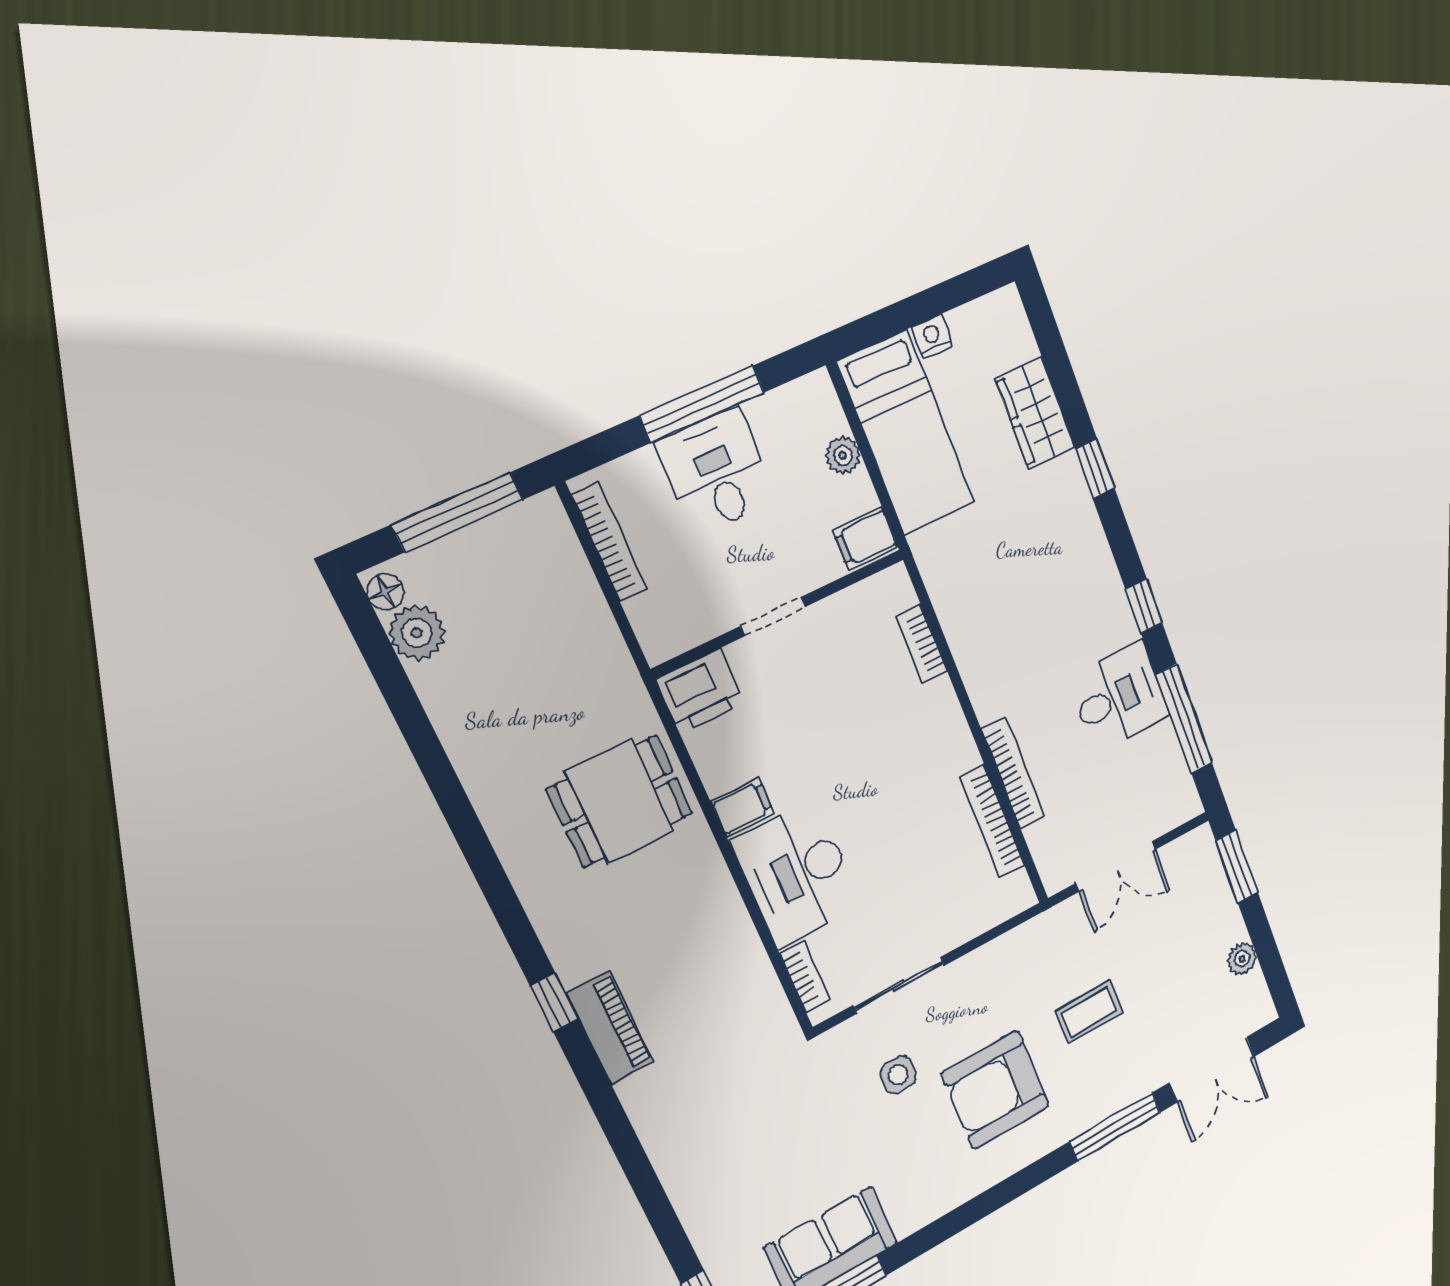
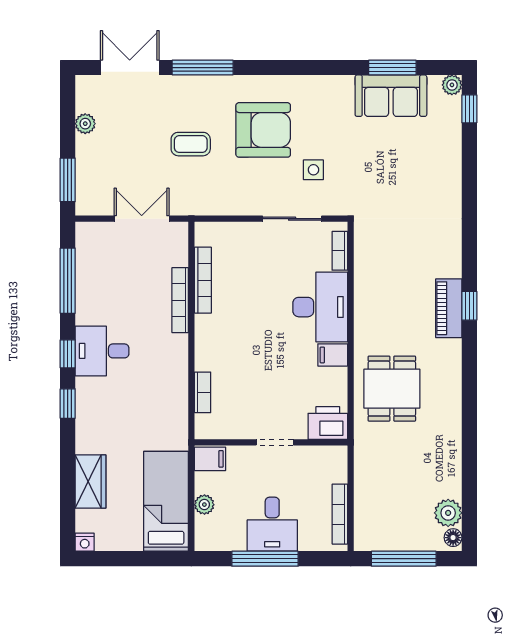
nightstand: (932, 337) -> (85, 542), moved
window: (1095, 469) -> (68, 404), moved
desk: (1119, 697) -> (102, 351), moved
dining table: (620, 801) -> (392, 389), turned 90
piano: (610, 1028) -> (449, 308), moved

